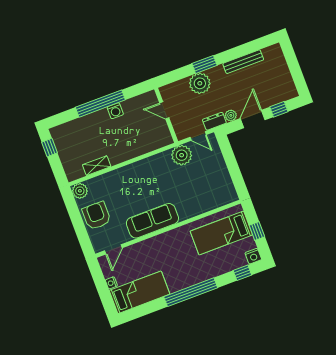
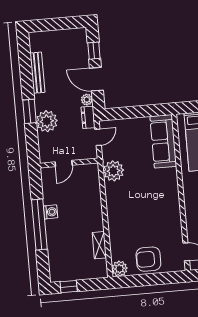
plant: (182, 155) -> (113, 171), moved
sofa: (152, 221) -> (163, 141), moved

